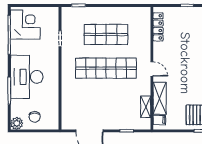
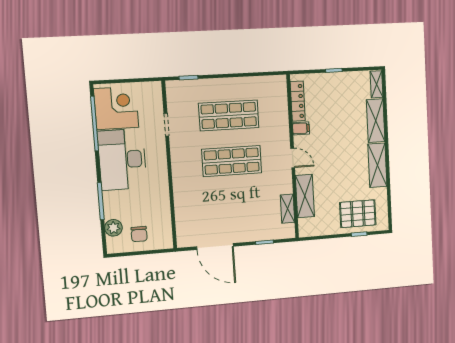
shop shelf: (106, 68) -> (232, 161), width x0.71
desk: (27, 77) -> (122, 160), moved
filing cabinet: (159, 120) -> (301, 128), moved
plant: (17, 123) -> (113, 228), moved

